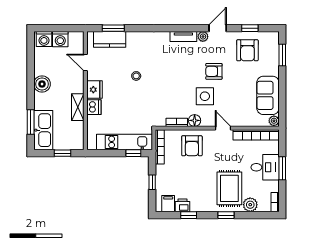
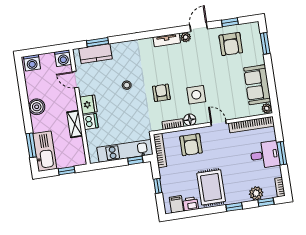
washing machine: (60, 39) -> (63, 58), moved
armchair: (214, 71) -> (161, 93), moved, turned 90
rug: (229, 188) -> (211, 187), moved
window: (189, 215) -> (266, 202), moved

